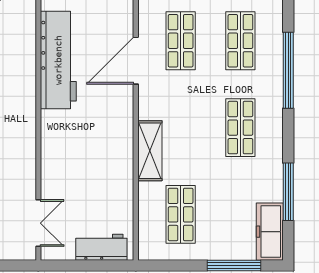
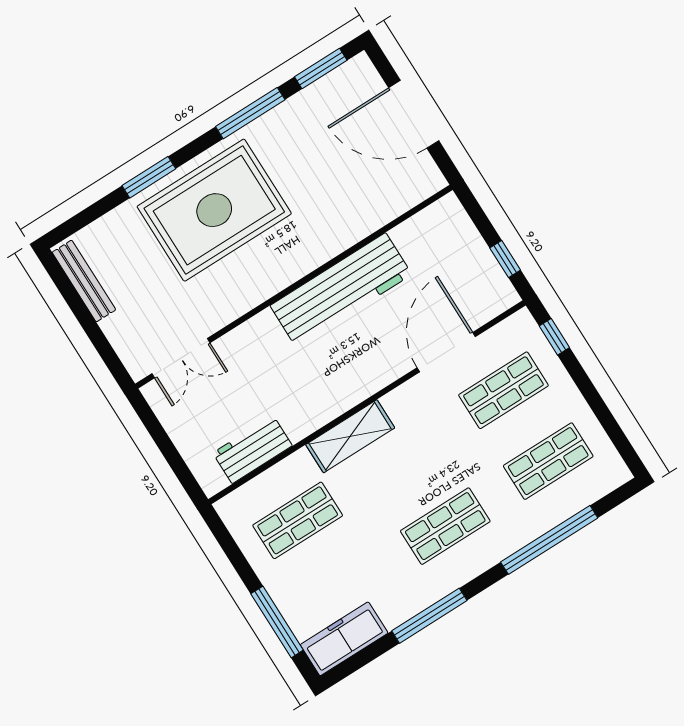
workbench: (58, 60) -> (341, 290), moved
door: (136, 61) -> (446, 352), hinge flipped
window: (288, 192) -> (429, 616), moved
workbench: (101, 247) -> (253, 449), moved, turned -90

